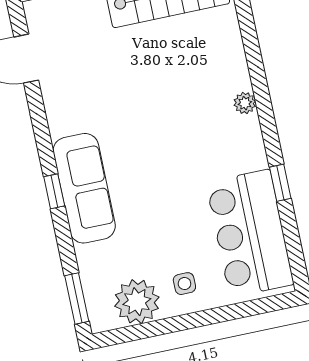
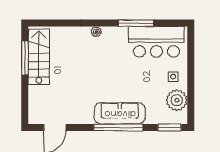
window: (280, 183) -> (136, 23), width x2.17
window: (54, 191) -> (118, 127), width x3.17

